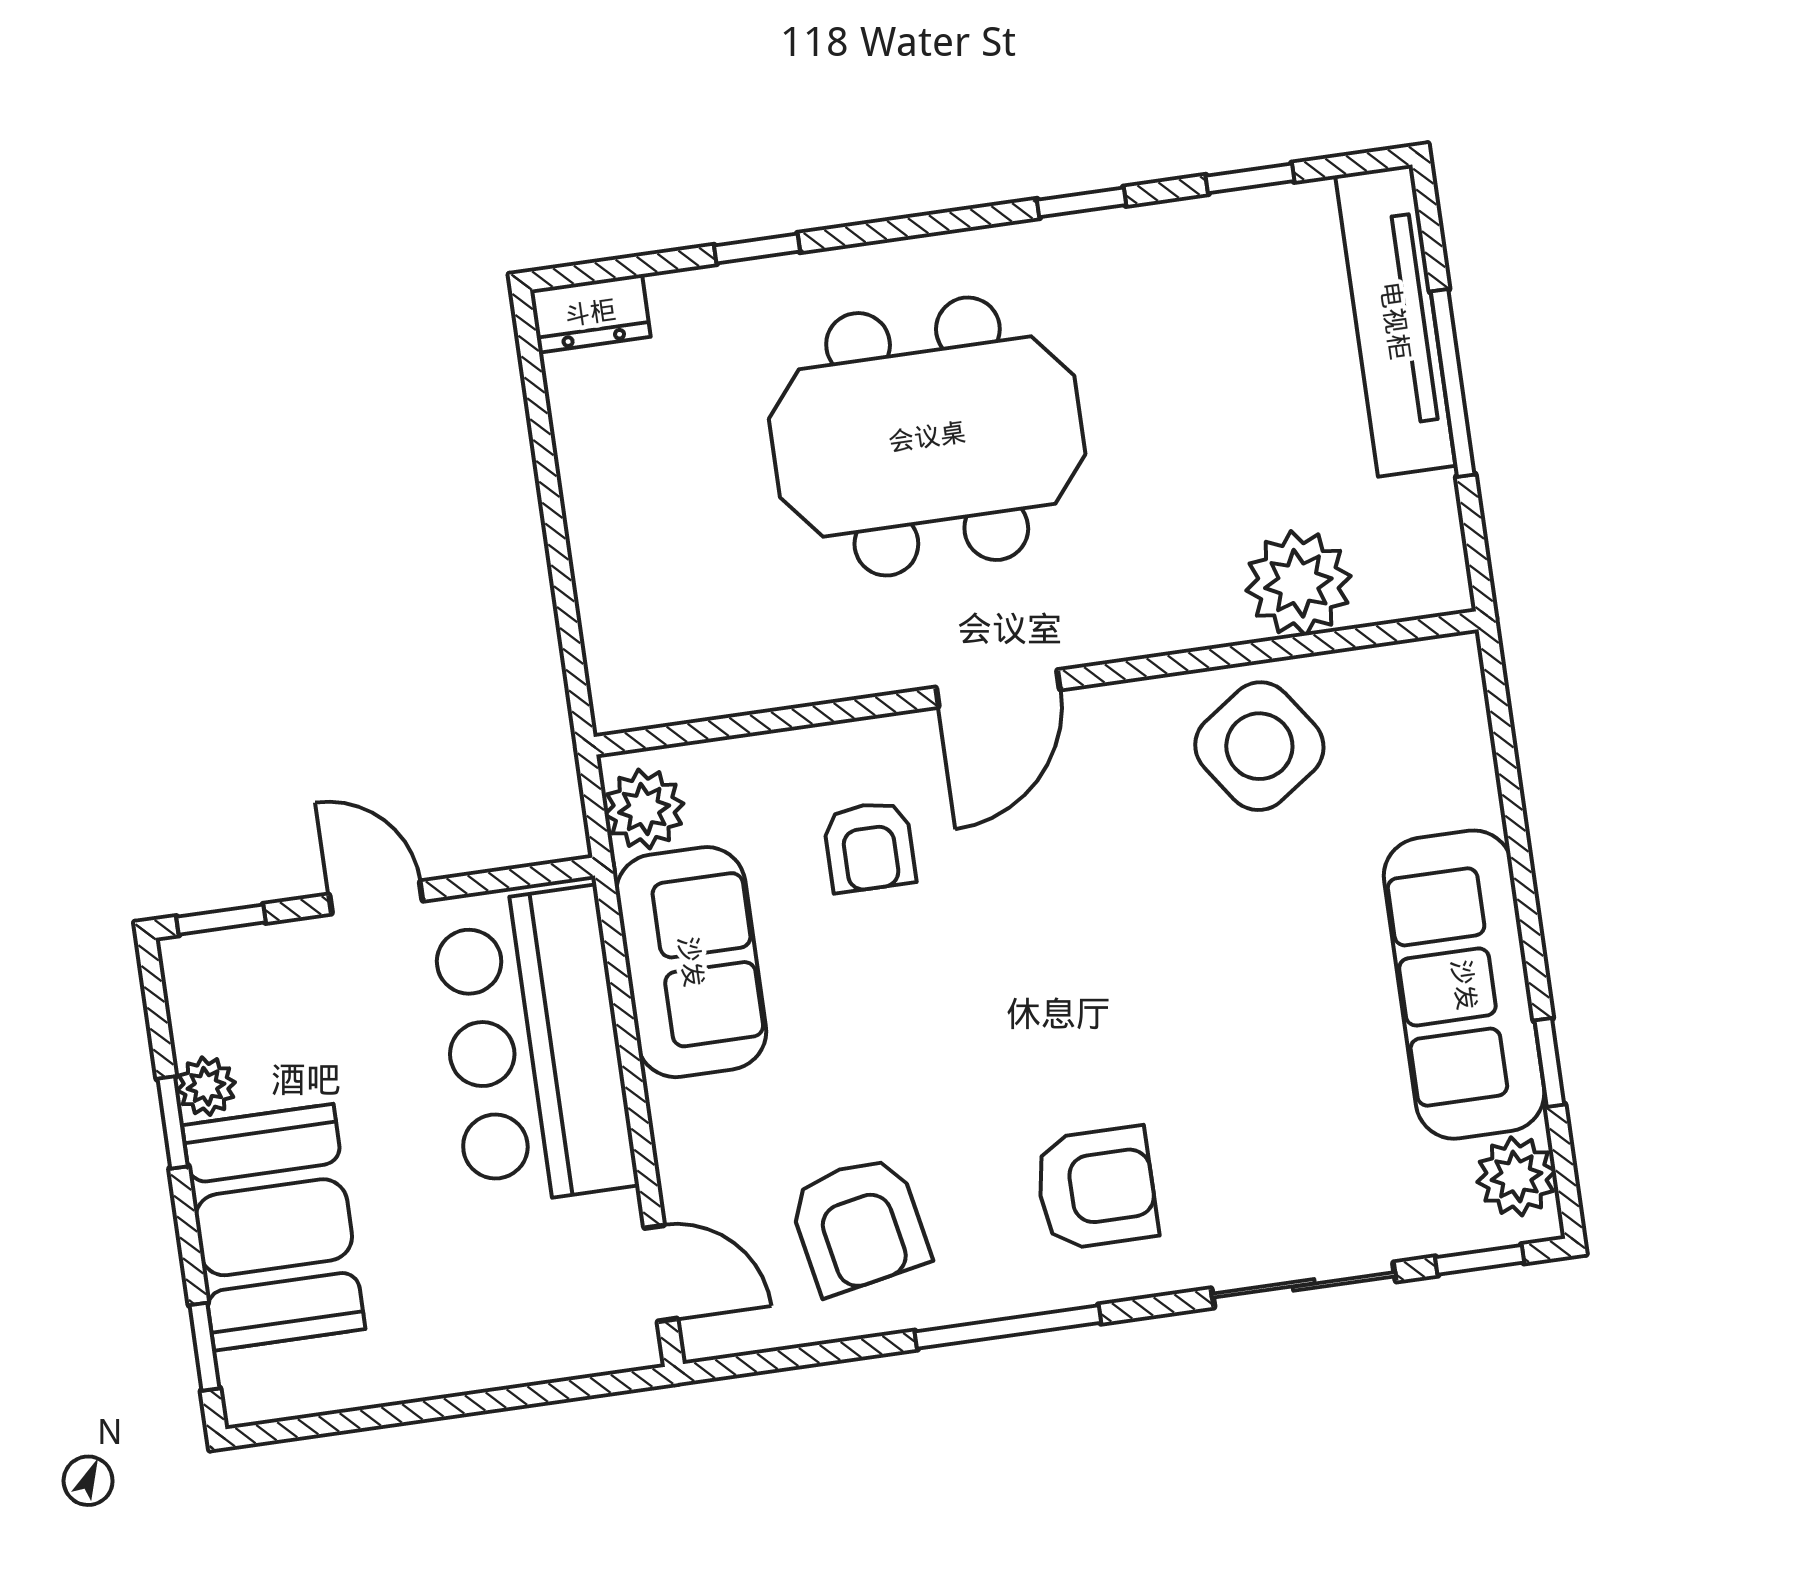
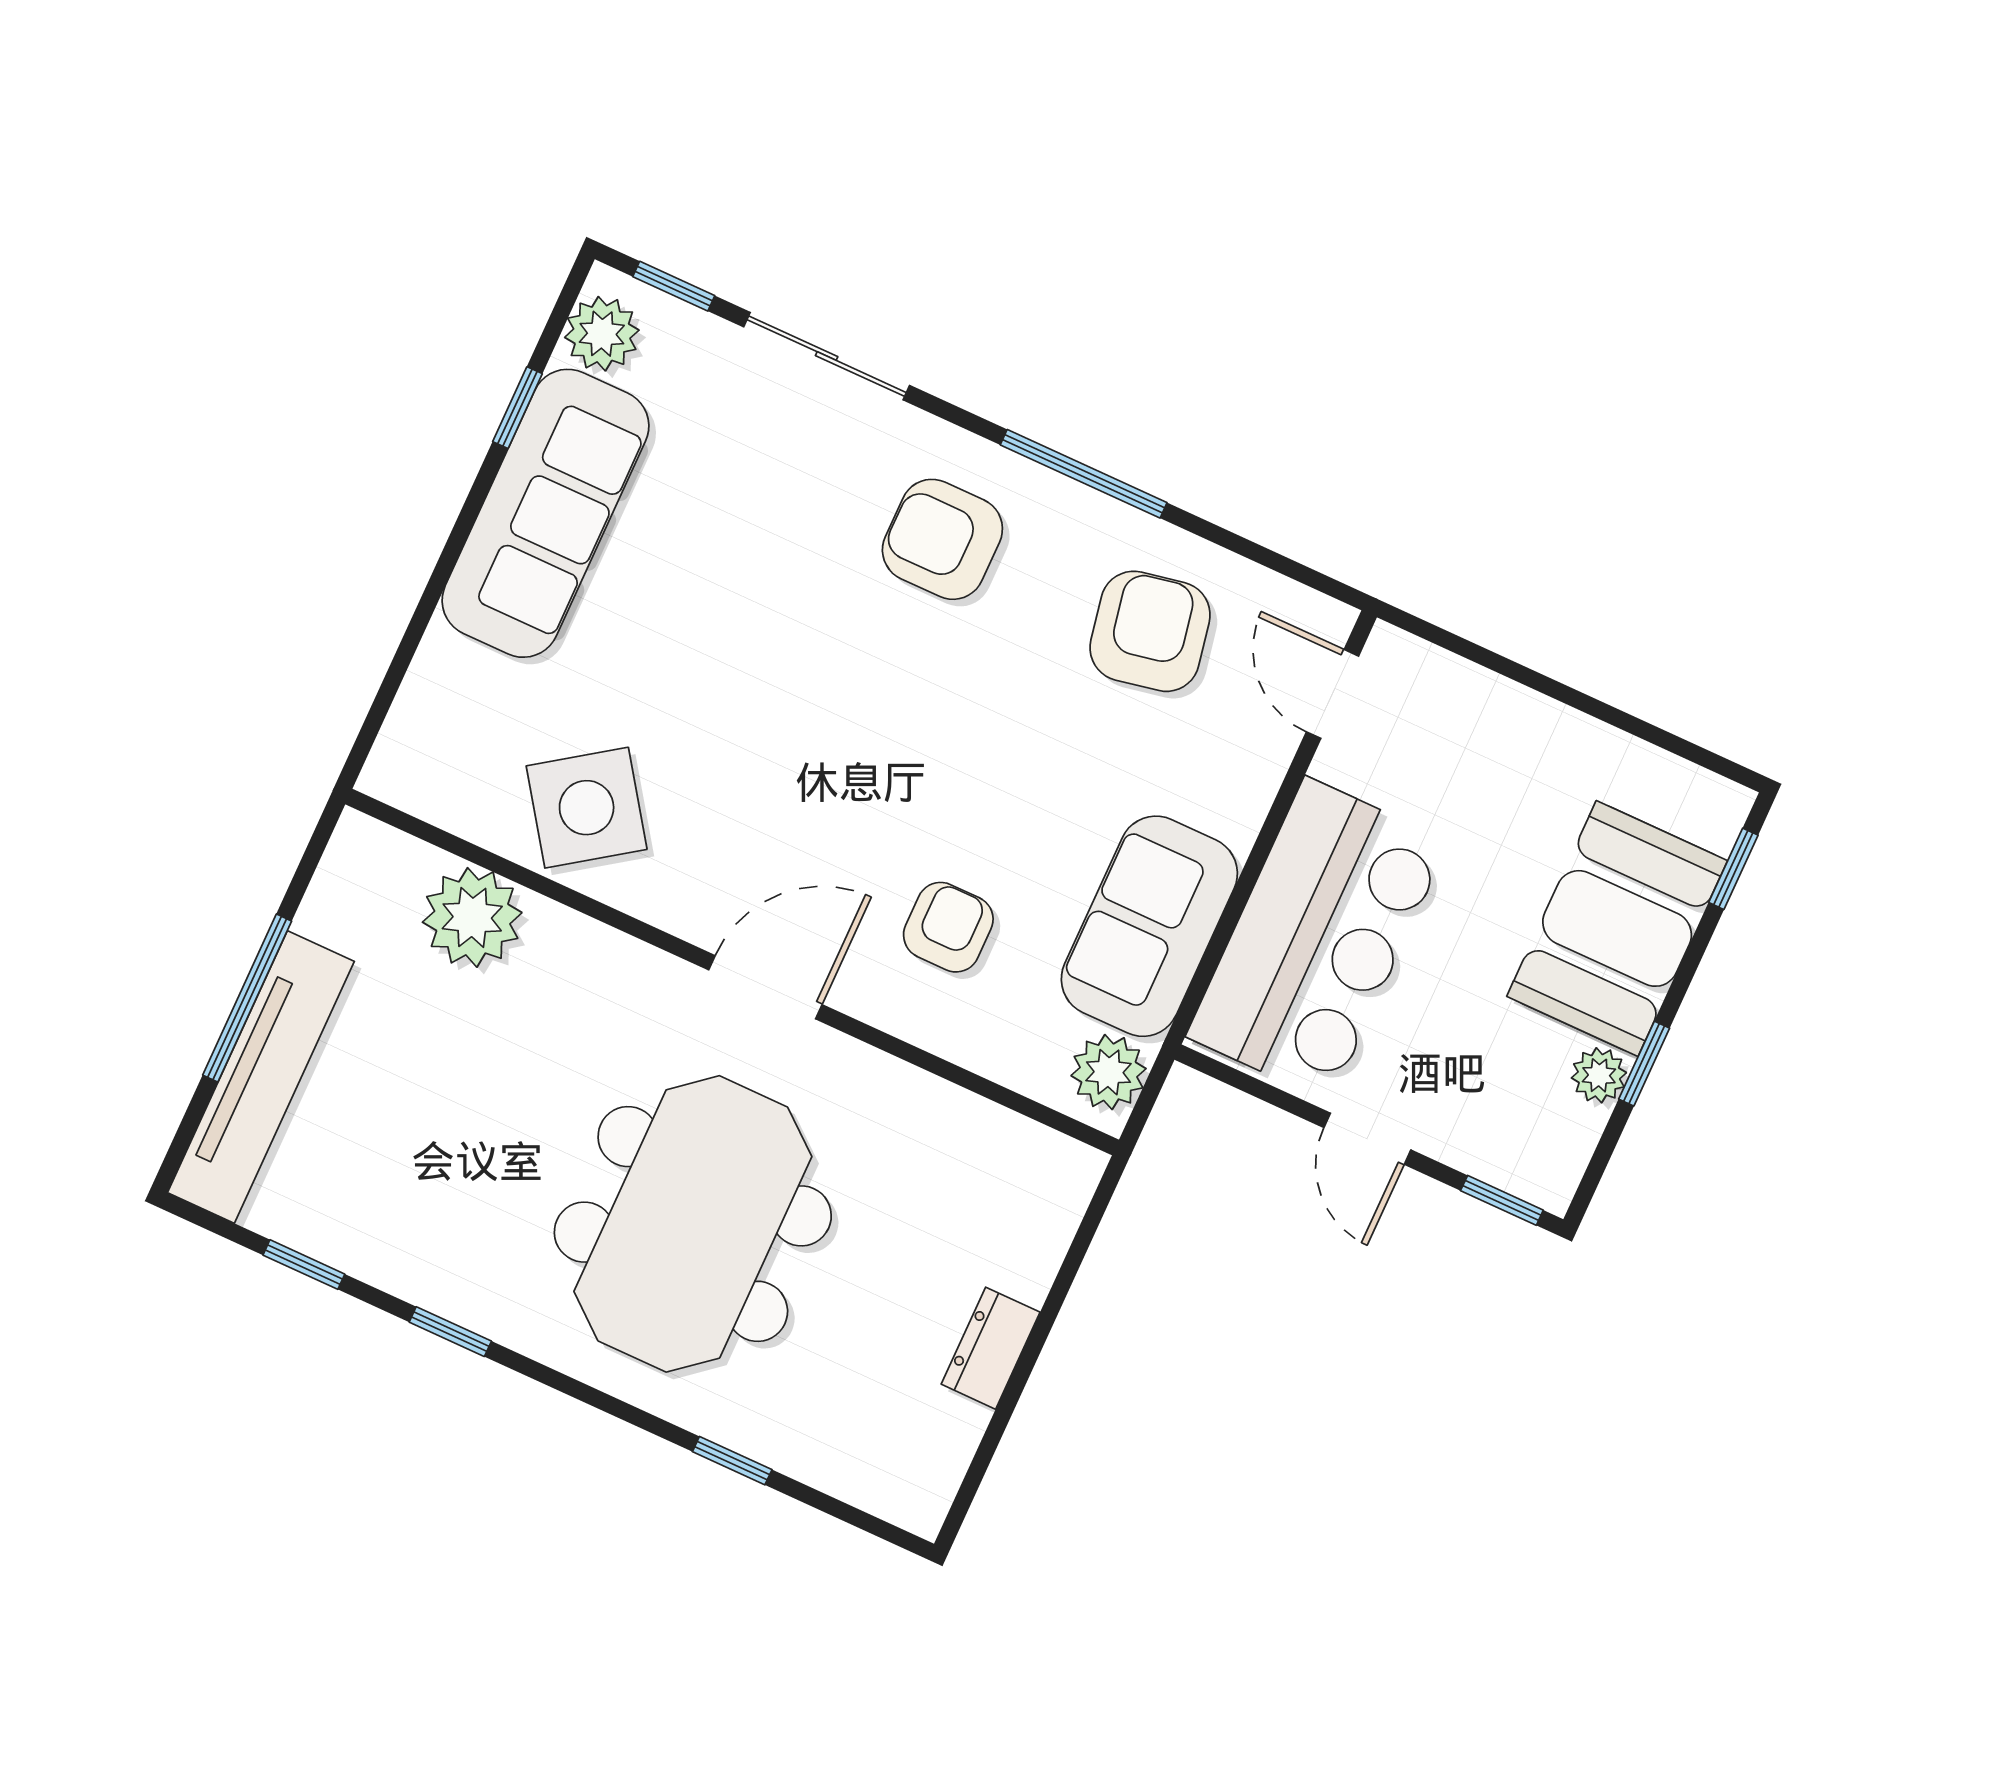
dresser: (590, 313) -> (991, 1348), moved, turned -90
meeting table: (927, 437) -> (693, 1224), turned 90

